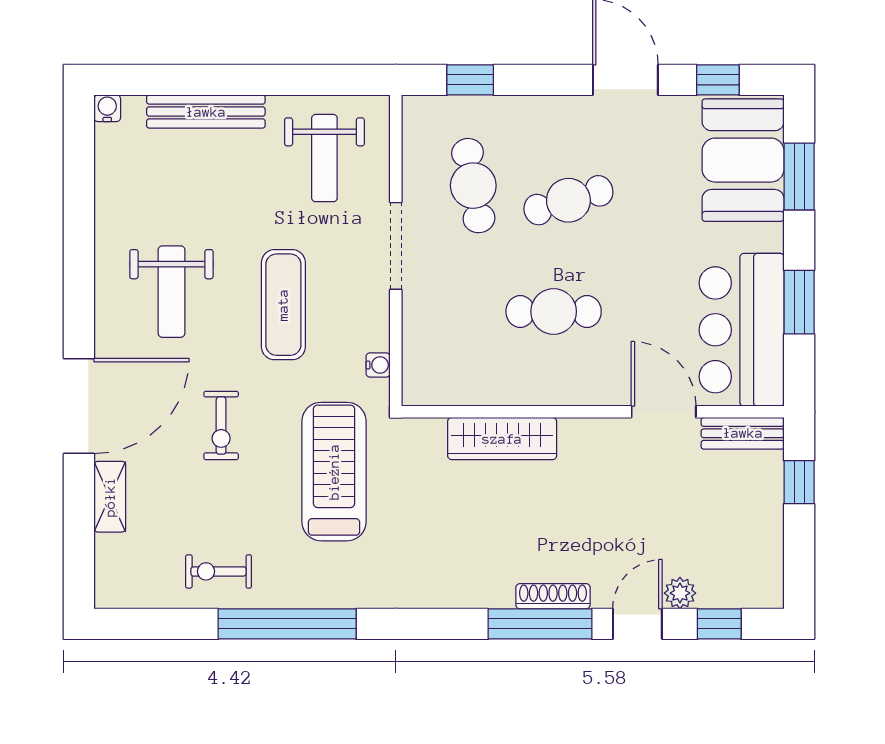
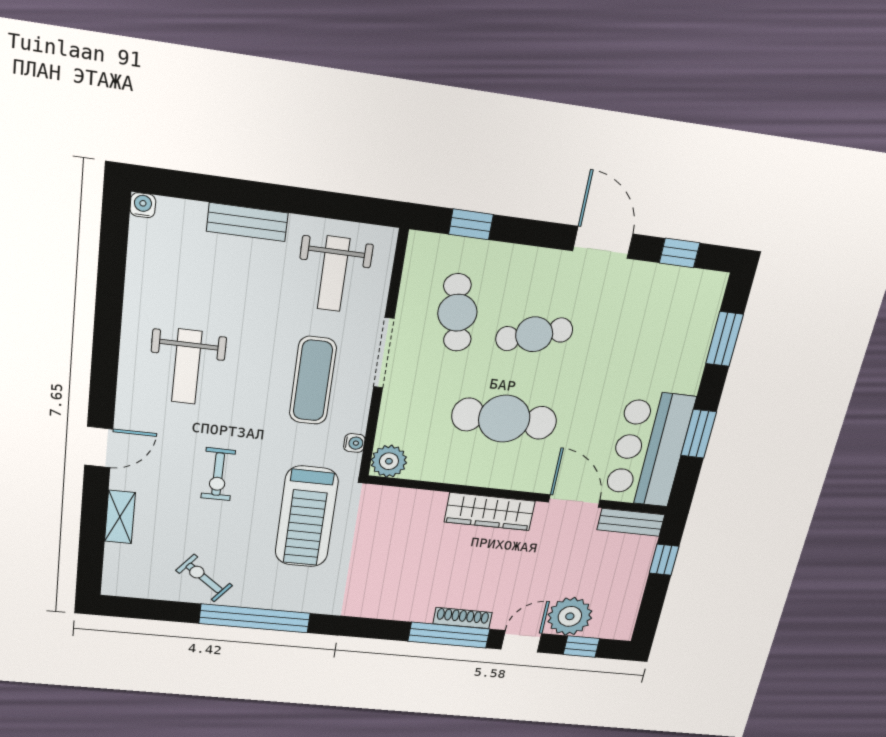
bench: (206, 112) -> (247, 222), width x0.73
booth: (743, 160) -> (683, 320), removed
exercise mat: (283, 305) -> (313, 381), moved
cafe table: (554, 311) -> (504, 419), width x1.37, depth x1.35
plant: (423, 384) -> (389, 461), added
door: (79, 406) -> (99, 447), width x0.53
wardrobe: (502, 439) -> (490, 512), moved
treadmill: (334, 472) -> (307, 517), turned 180
exercise bike: (218, 571) -> (204, 578), turned 38
plant: (680, 593) -> (570, 616), width x1.87, depth x1.87

